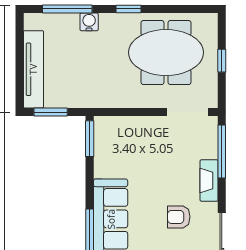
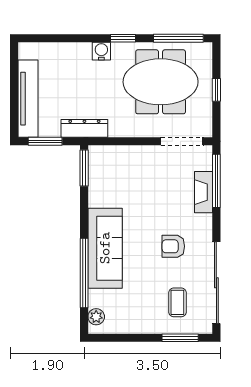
window: (67, 9) -> (178, 38), moved
water cooler: (89, 22) -> (101, 51), moved
dresser: (90, 99) -> (84, 128), added
fireplace: (209, 181) -> (204, 192), moved

